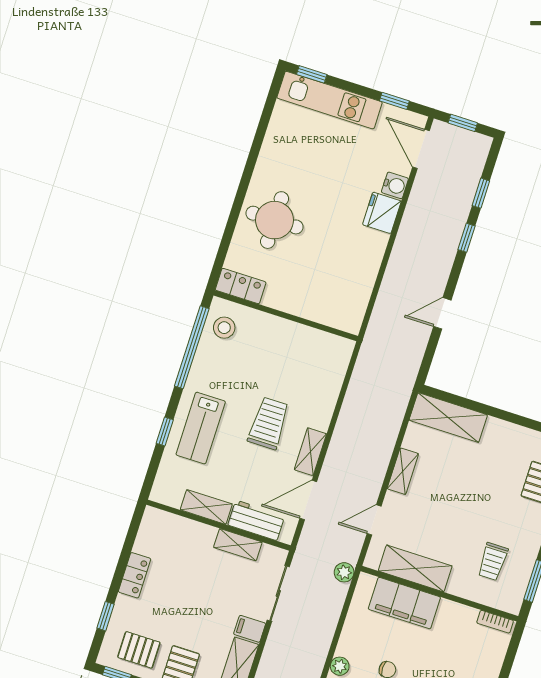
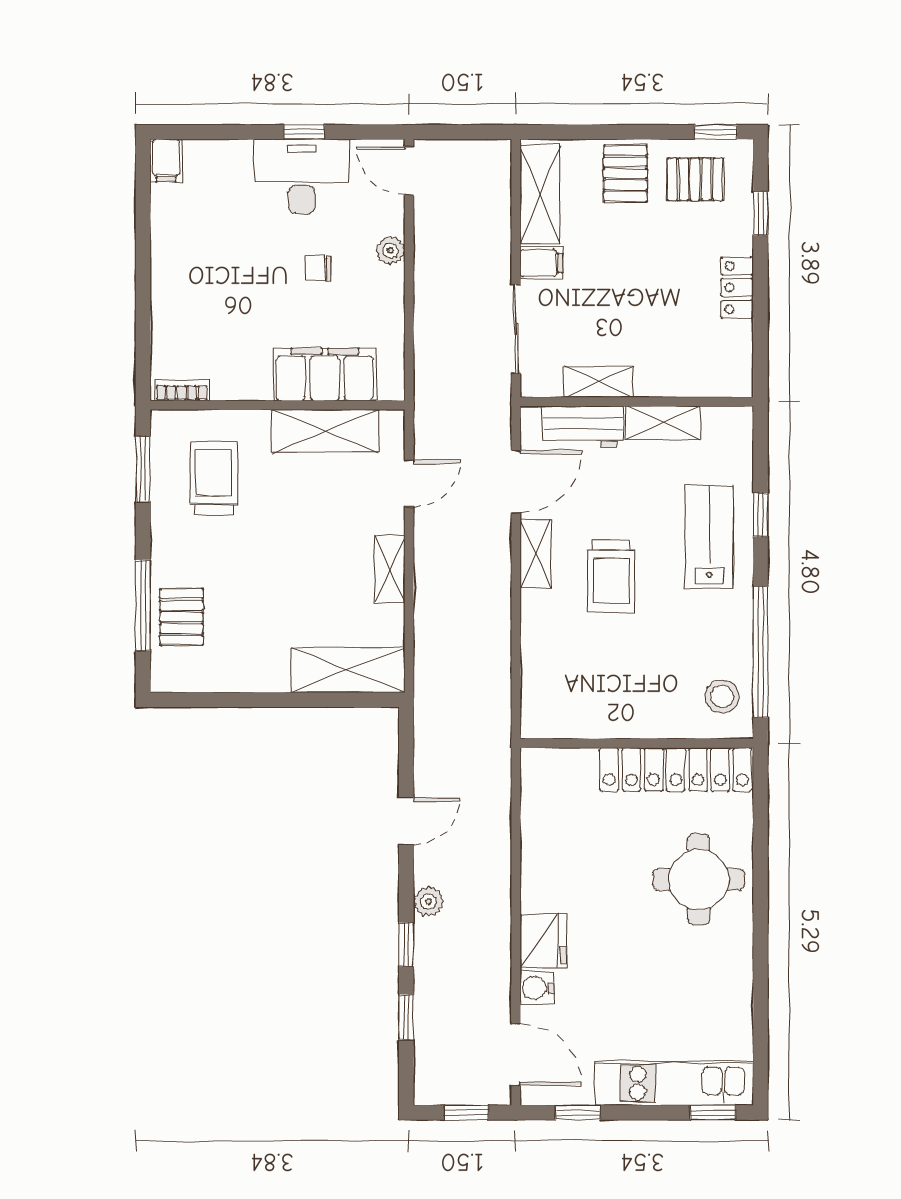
locker: (241, 286) -> (676, 769), width x2.16, depth x1.21
trolley: (493, 562) -> (214, 478), width x1.36, depth x1.39
plant: (344, 572) -> (428, 902), moved

